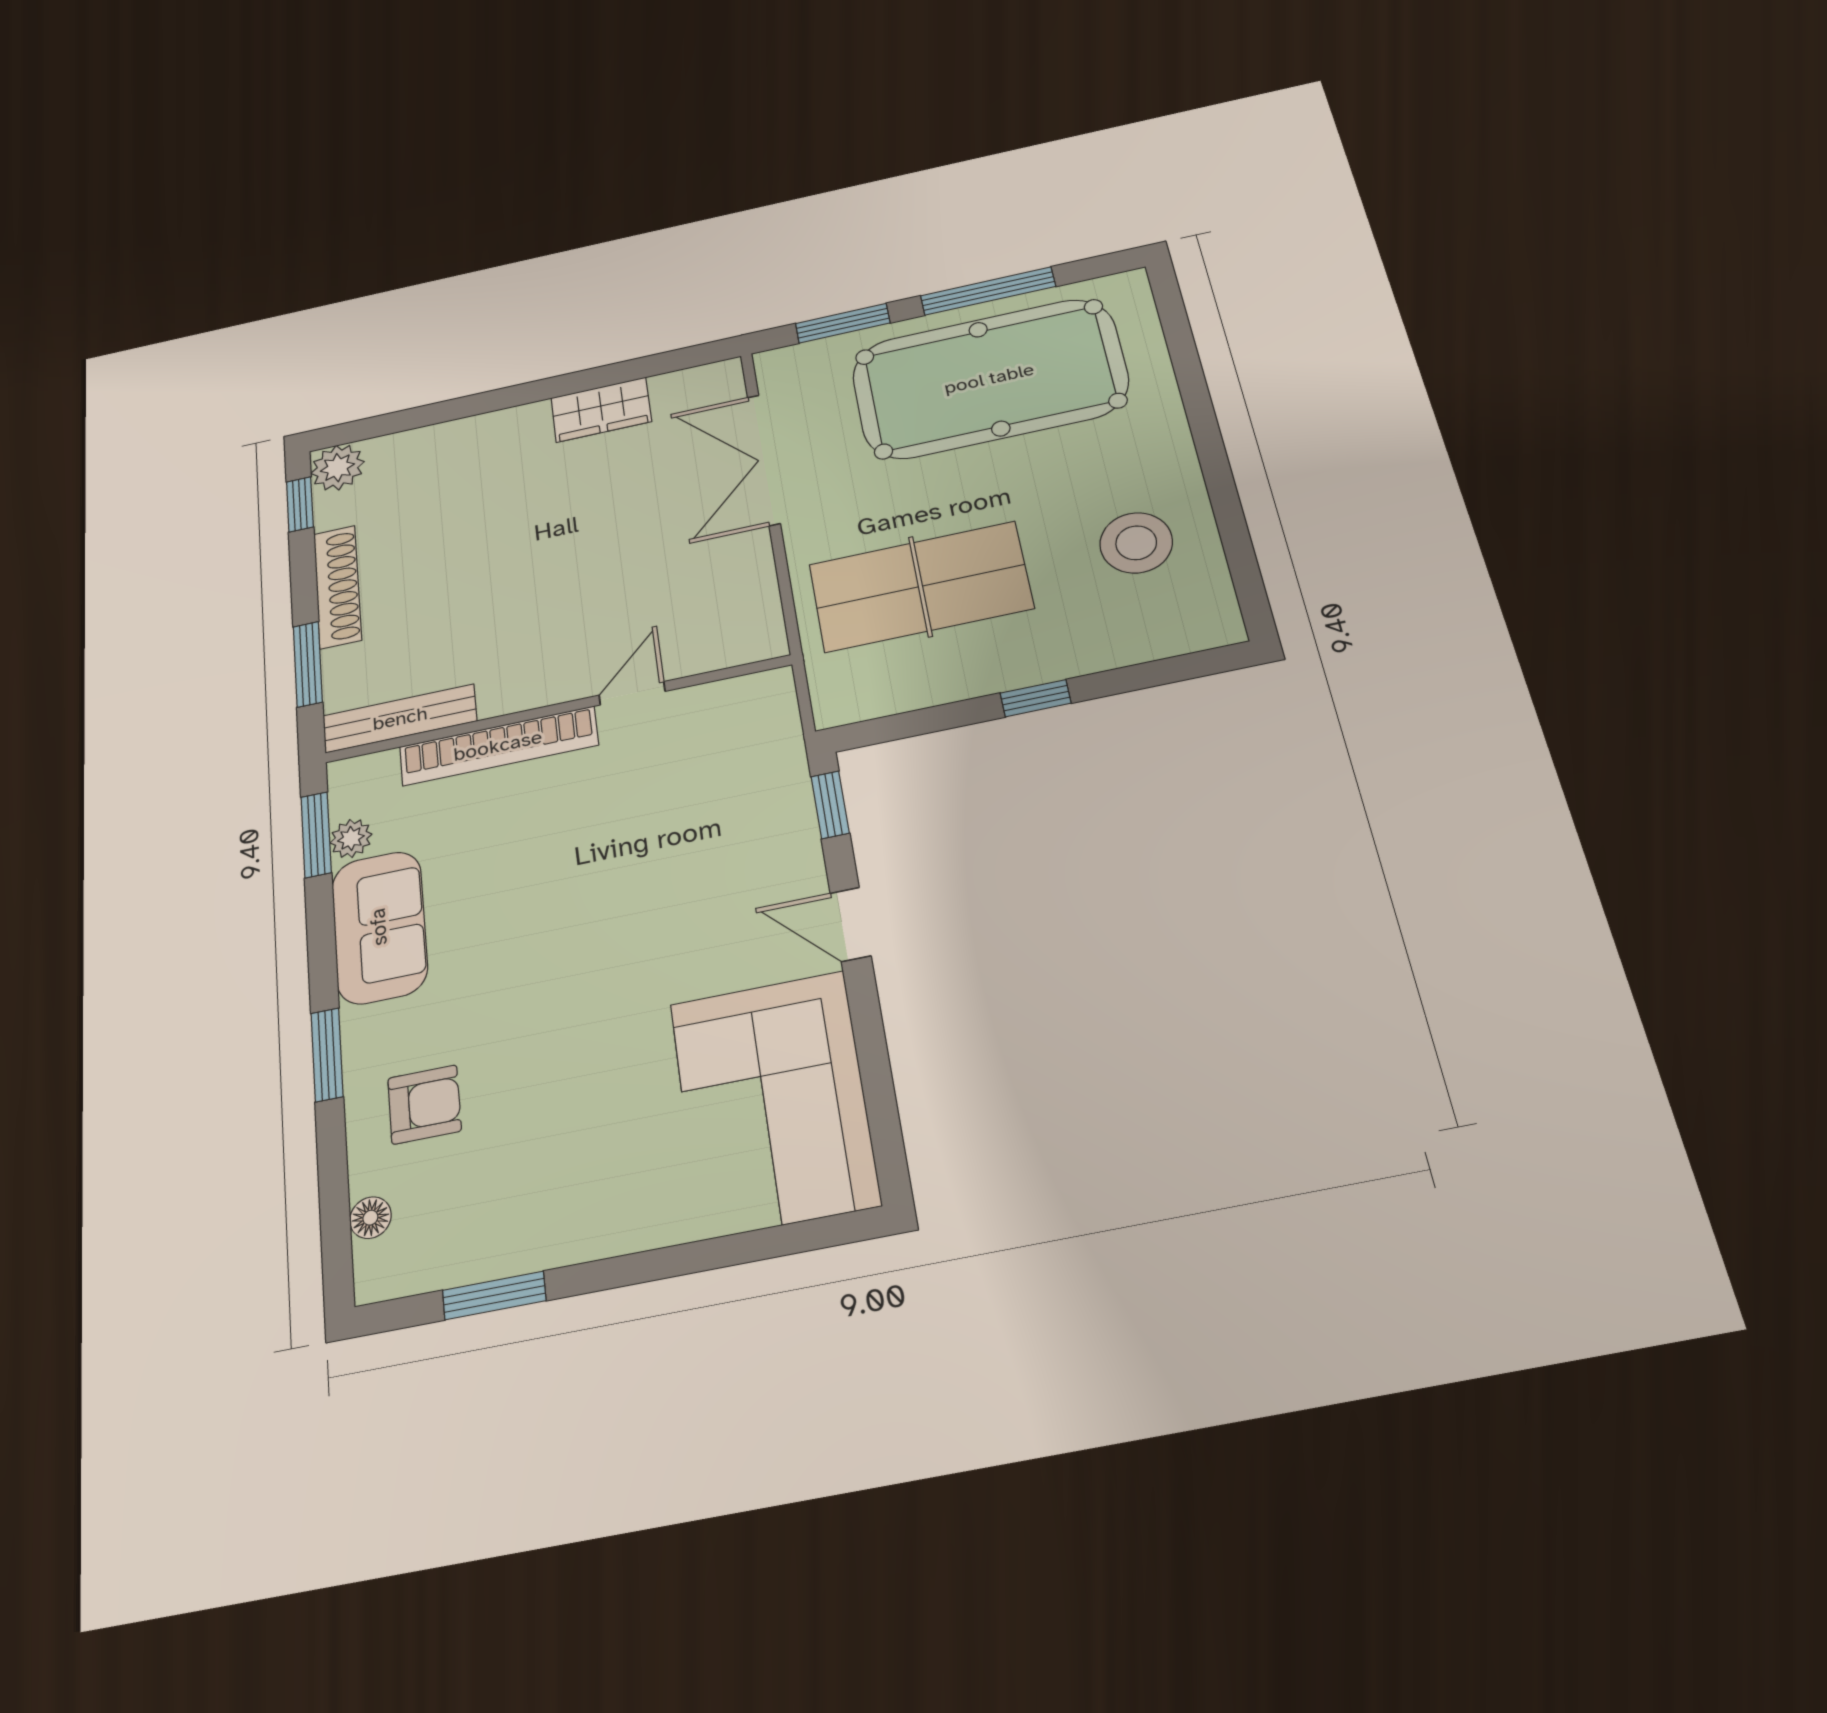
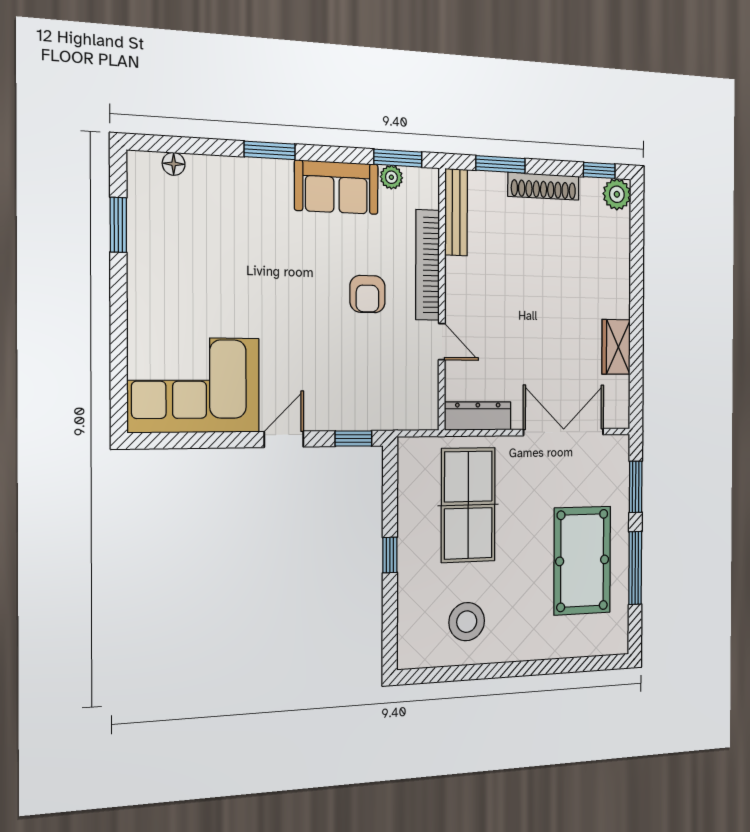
pool table: (989, 379) -> (582, 560), width x0.73, depth x0.76
dresser: (757, 605) -> (478, 416), added
armchair: (424, 1105) -> (367, 294), moved

